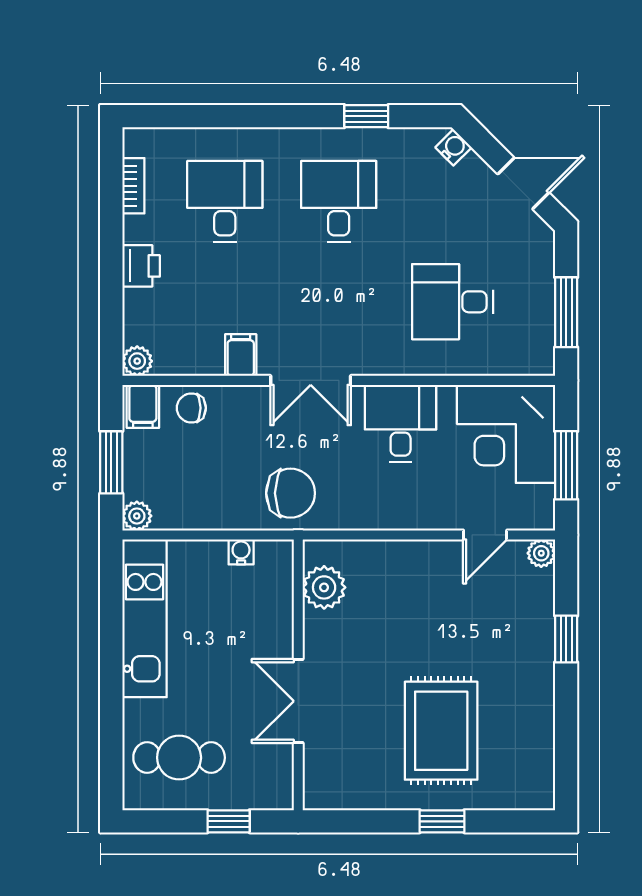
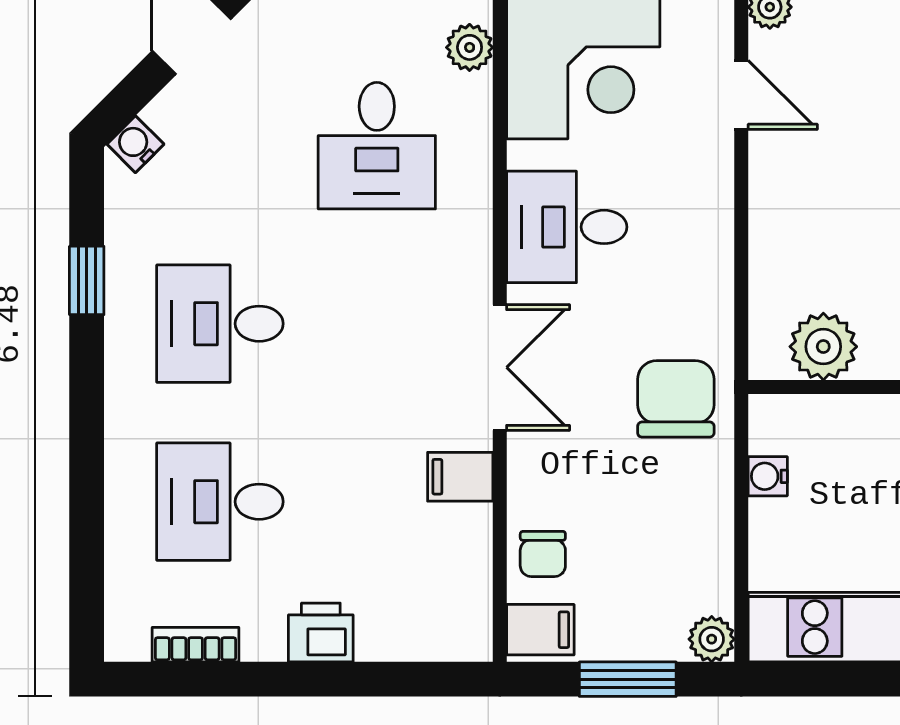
plant: (137, 361) -> (470, 47), moved

